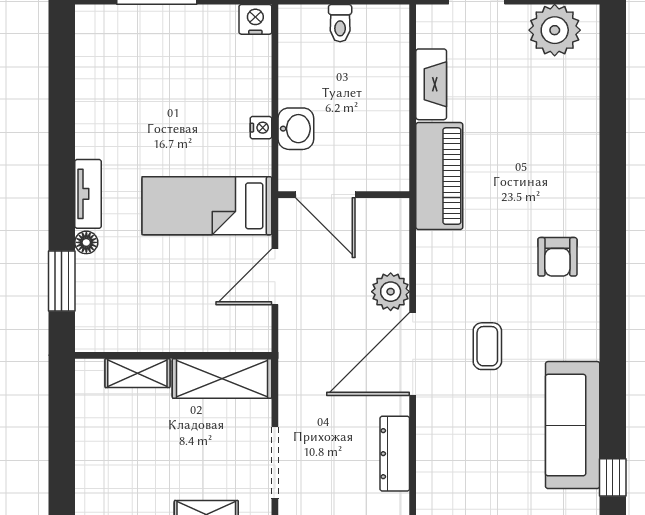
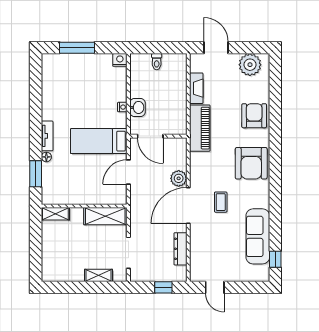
armchair: (564, 147) -> (254, 116), added
armchair: (557, 257) -> (251, 163), width x1.88, depth x1.88
shelving: (137, 373) -> (55, 214), moved

